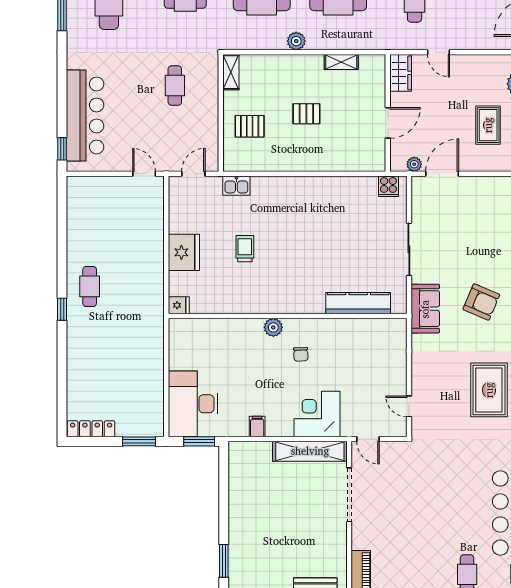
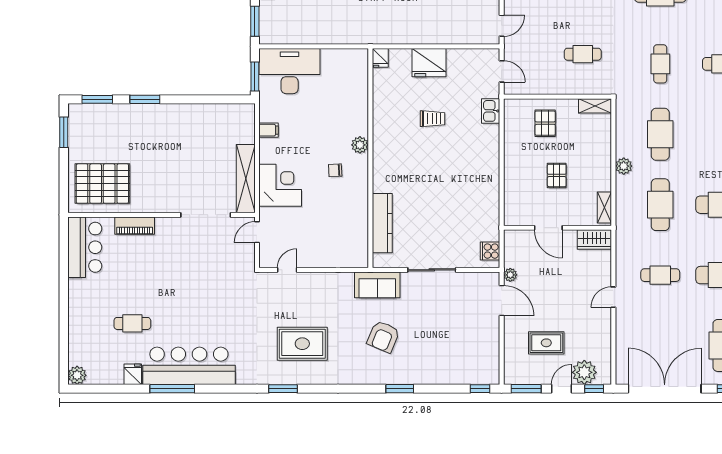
wardrobe: (401, 73) -> (594, 240), moved
wall: (388, 113) -> (557, 228), moved
door: (388, 123) -> (548, 228), moved

